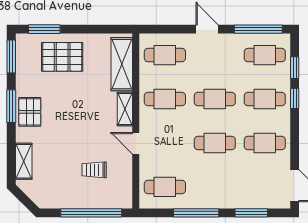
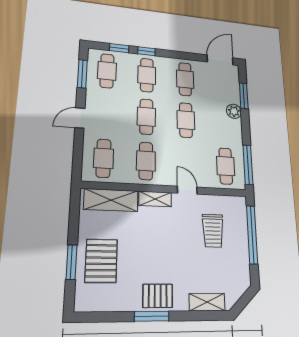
window: (44, 29) -> (72, 262), moved
window: (258, 29) -> (82, 74), width x0.69
window: (11, 56) -> (99, 317), removed
door: (136, 143) -> (187, 190), swing flipped
trolley: (94, 170) -> (213, 231), width x1.36, depth x1.39
plant: (231, 200) -> (234, 111), added
window: (196, 213) -> (248, 165), moved

